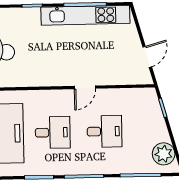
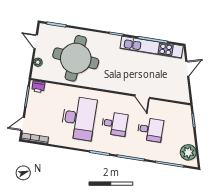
door: (147, 57) -> (187, 69), moved
door: (85, 87) -> (142, 97), hinge flipped

